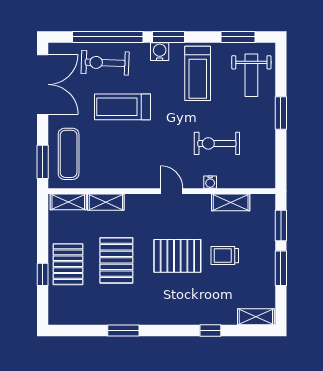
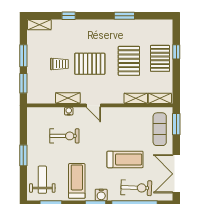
shelving: (231, 202) -> (68, 98), moved

